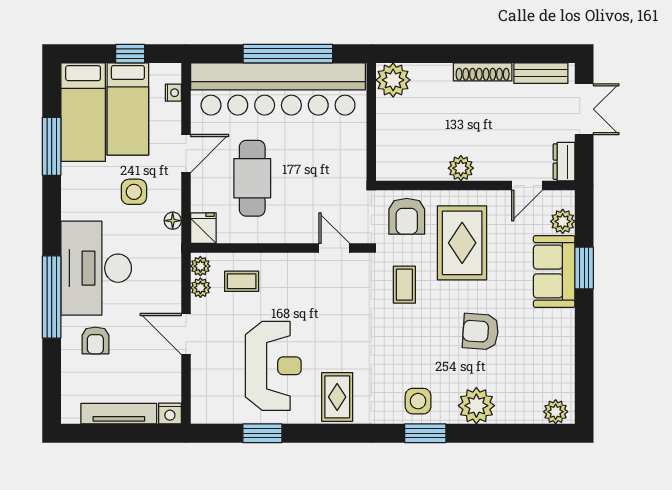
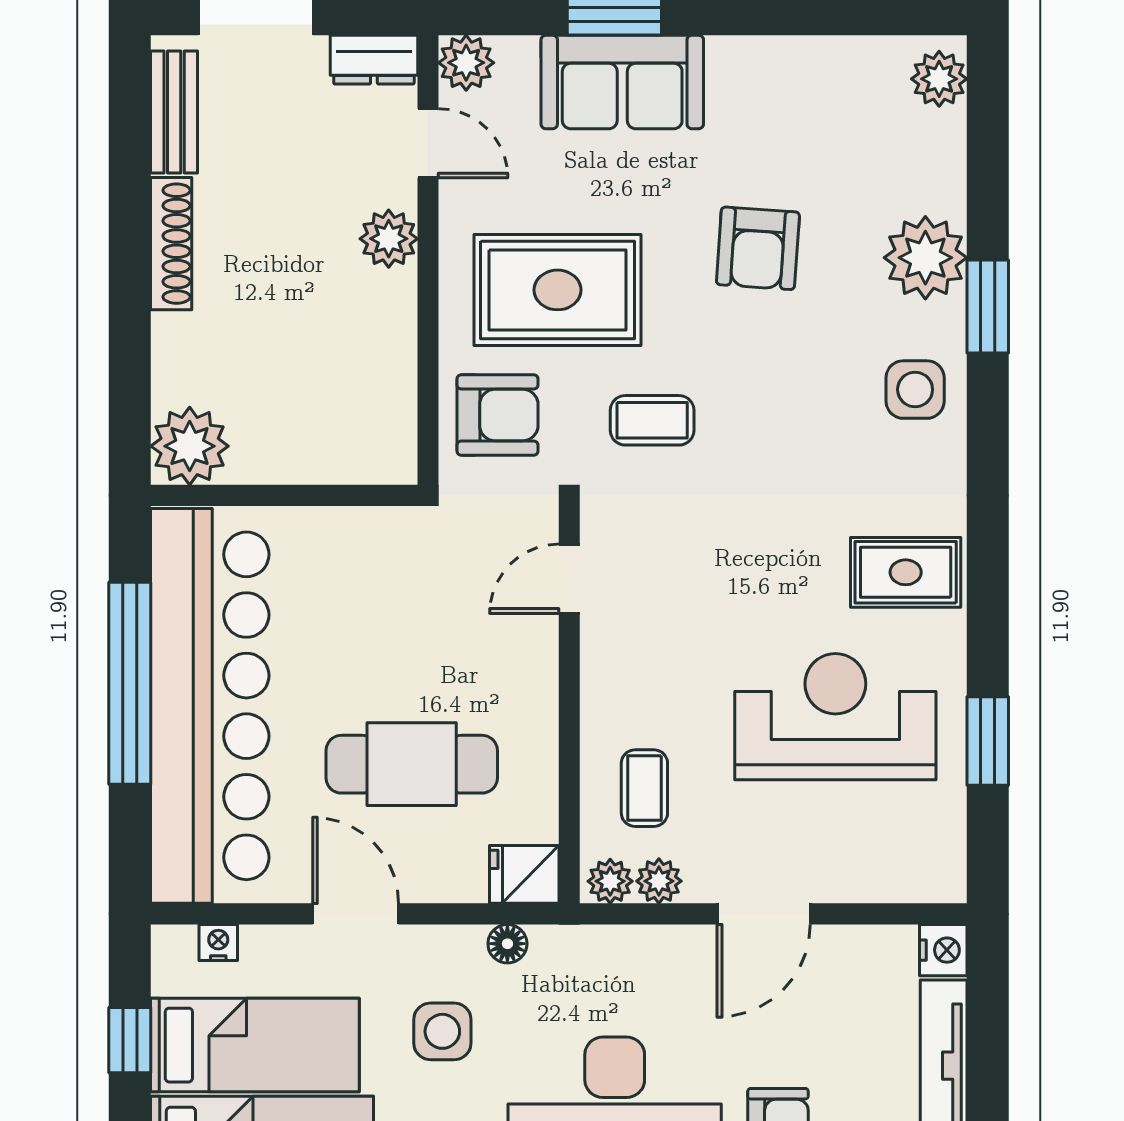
plant: (461, 168) -> (389, 239), moved
plant: (563, 221) -> (466, 63), moved
window: (425, 433) -> (988, 307), moved

